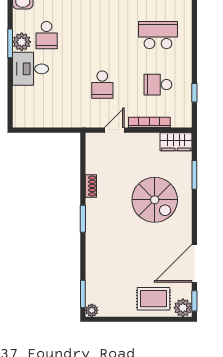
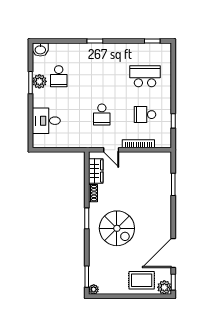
desk: (31, 69) -> (46, 121), moved
door: (114, 130) -> (111, 150), swing flipped
wardrobe: (176, 142) -> (96, 171), moved, turned -90
spiral stairs: (155, 200) -> (117, 228), moved

